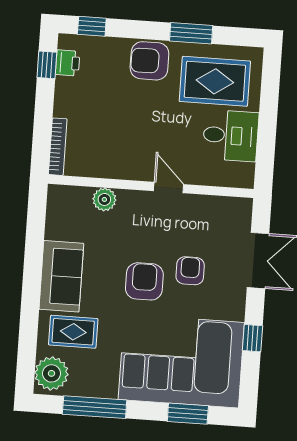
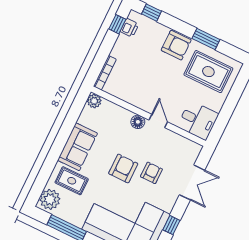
armchair: (149, 61) -> (176, 45), turned 180
desk: (231, 136) -> (198, 120), moved
plant: (104, 199) -> (94, 101), moved
floor lamp: (138, 201) -> (138, 122), added

